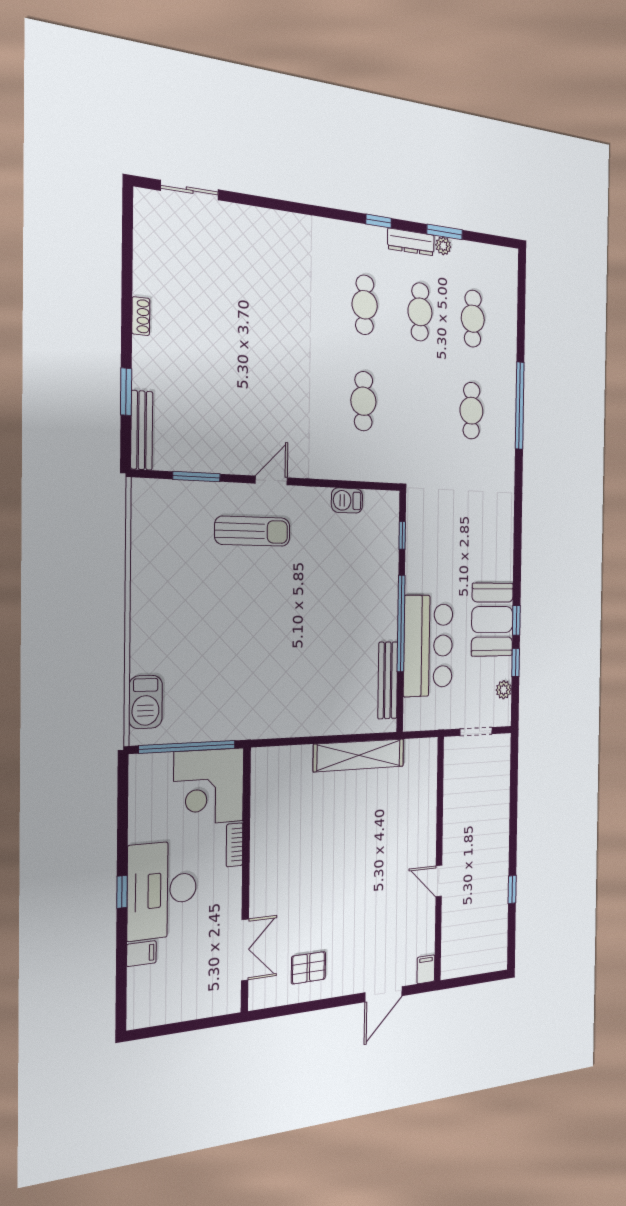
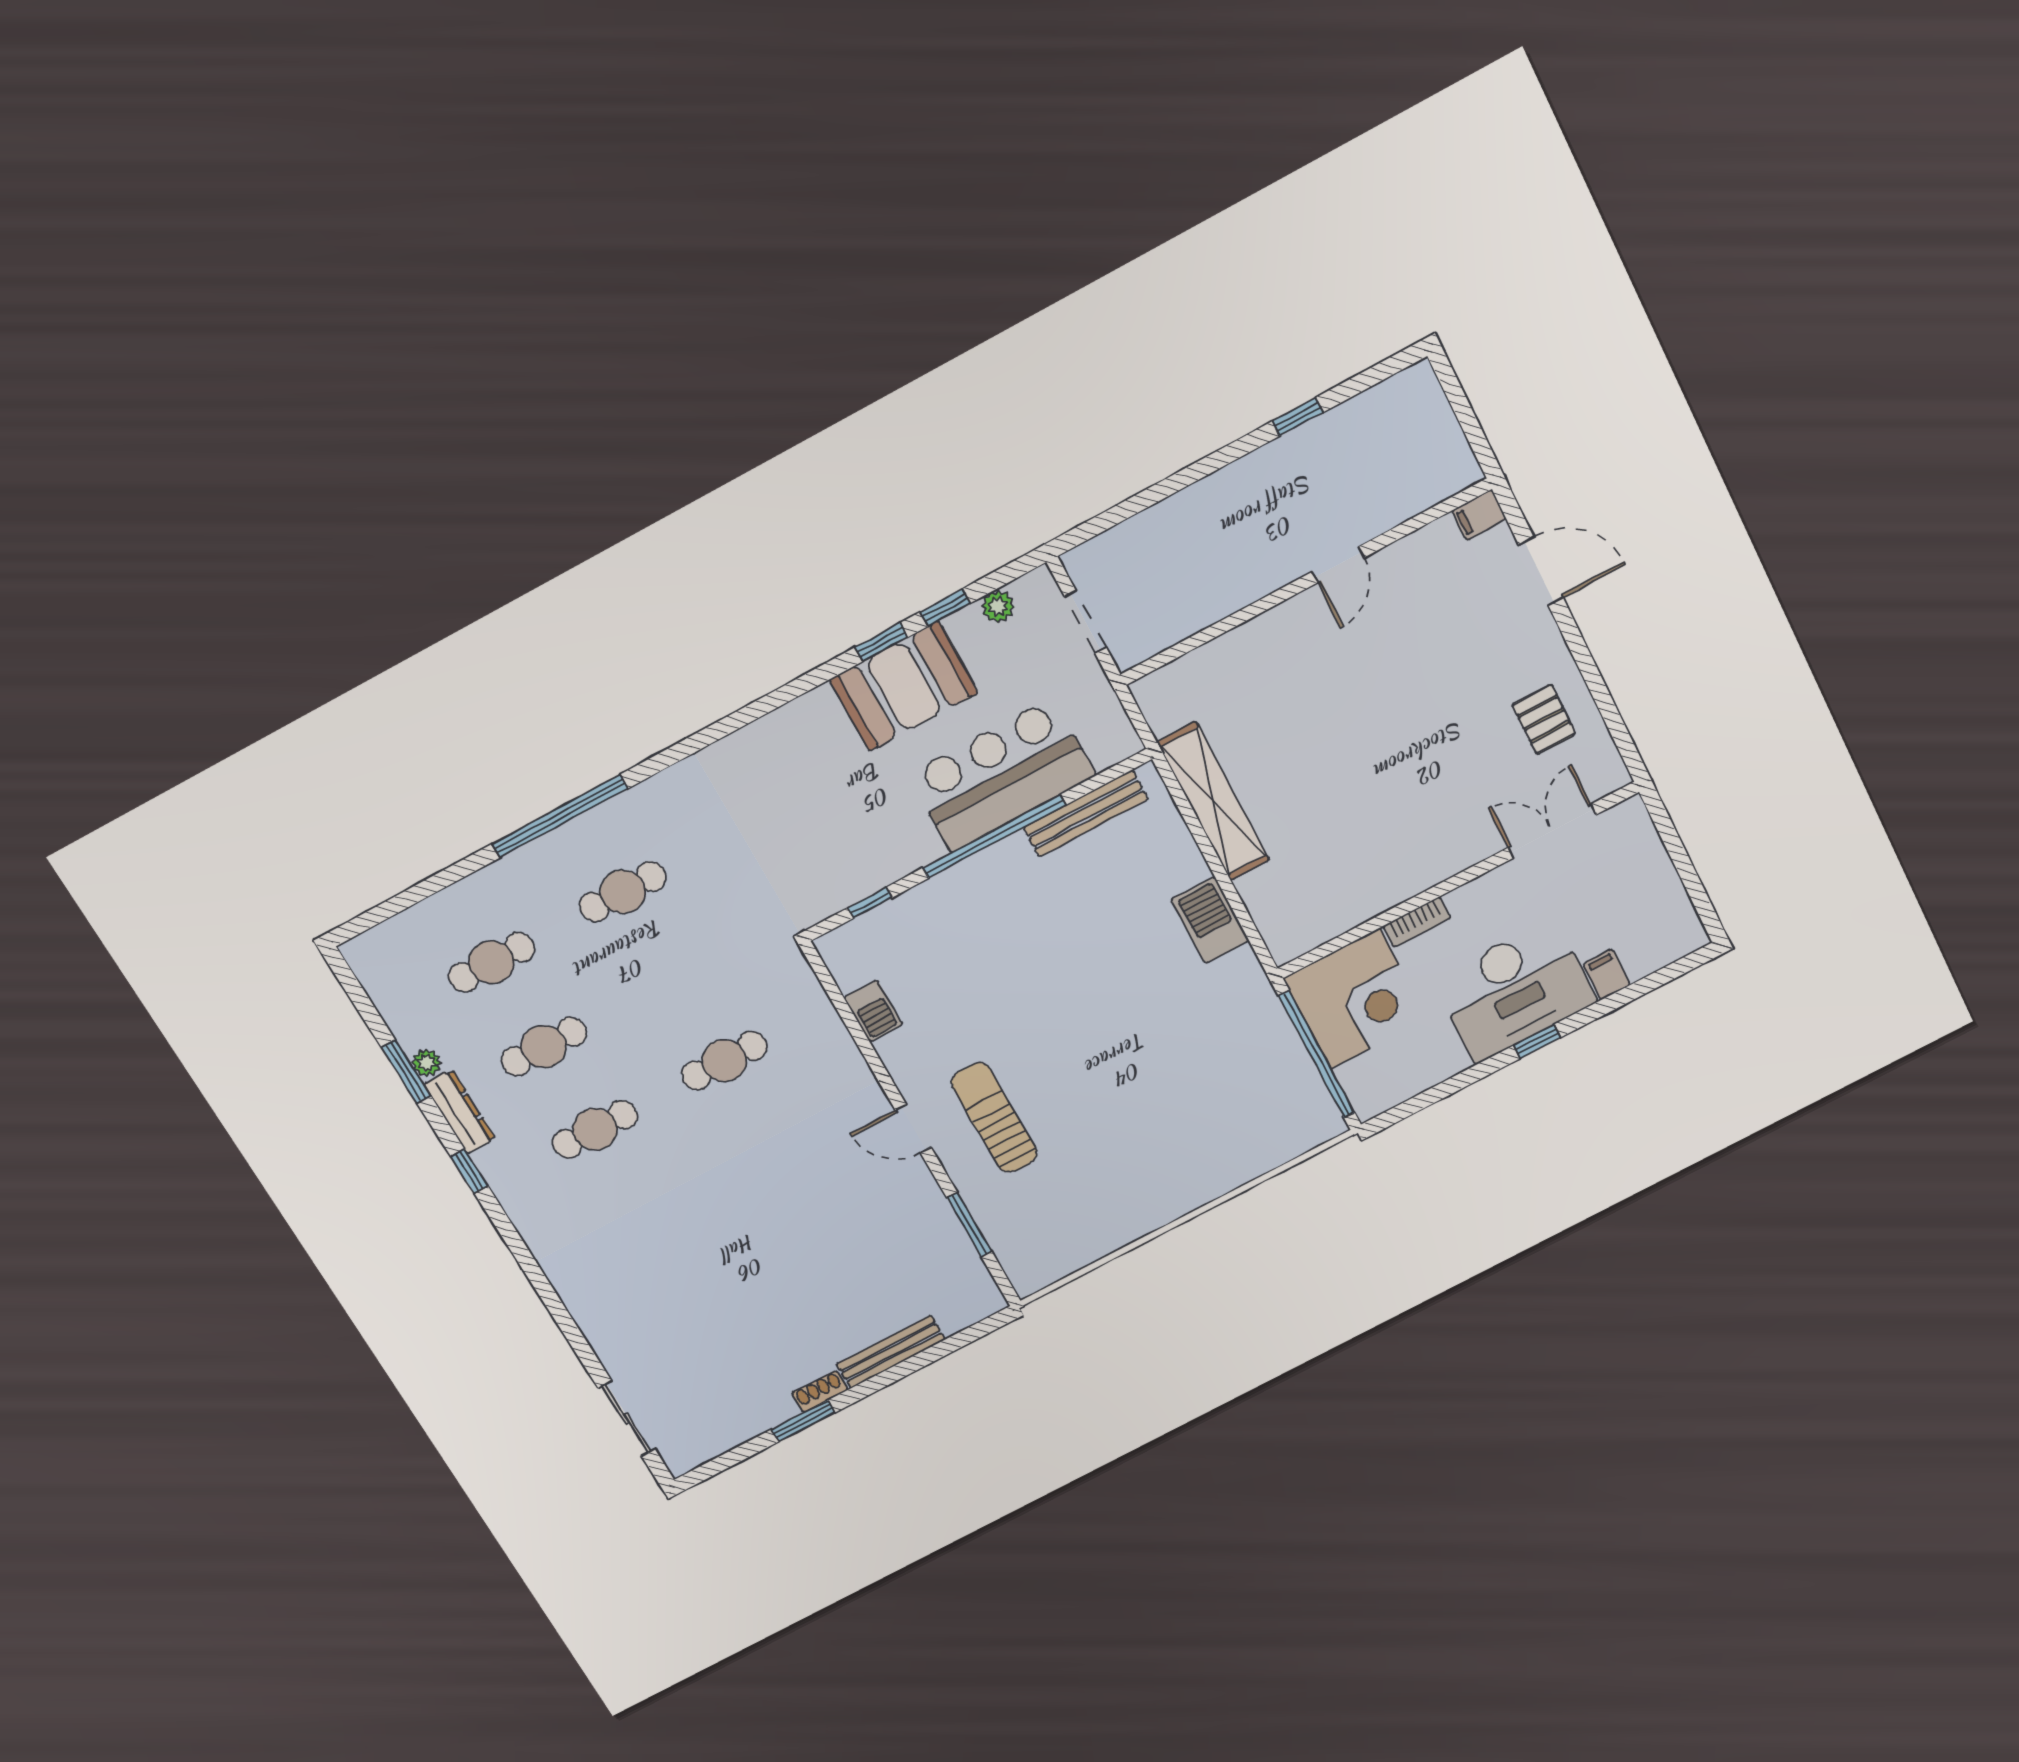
window: (126, 392) -> (803, 1421), moved
bench: (142, 430) -> (891, 1352), moved
barbecue: (146, 702) -> (1210, 920), moved, turned -90

